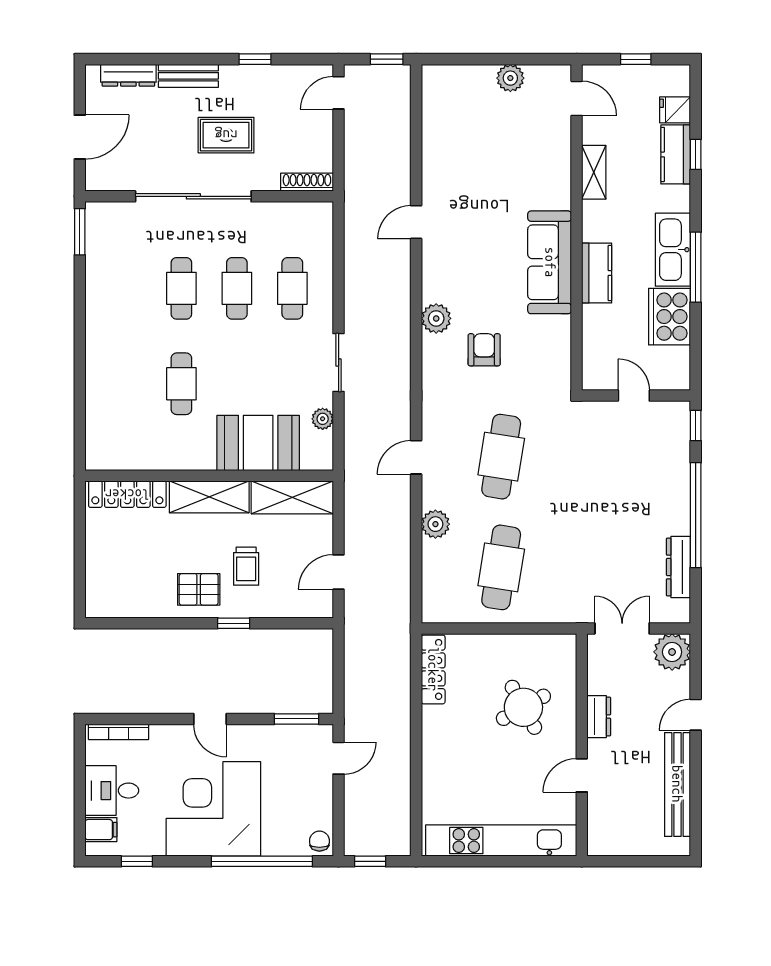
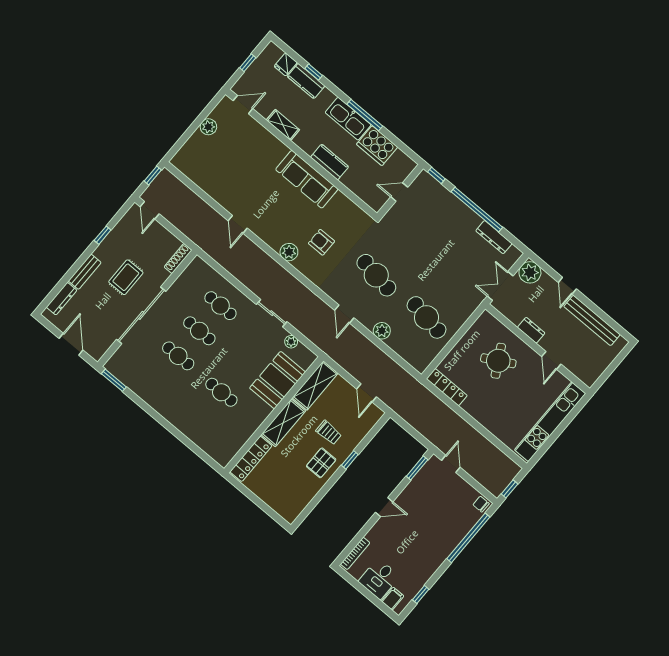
corner desk: (213, 809) -> (426, 540), removed

